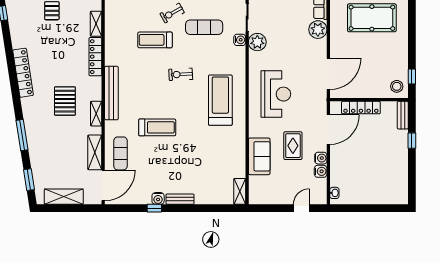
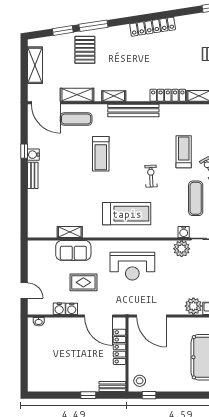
pallet: (65, 101) -> (85, 50), moved, turned 90
window: (29, 180) -> (63, 31), moved
shelving: (240, 191) -> (70, 232), moved

